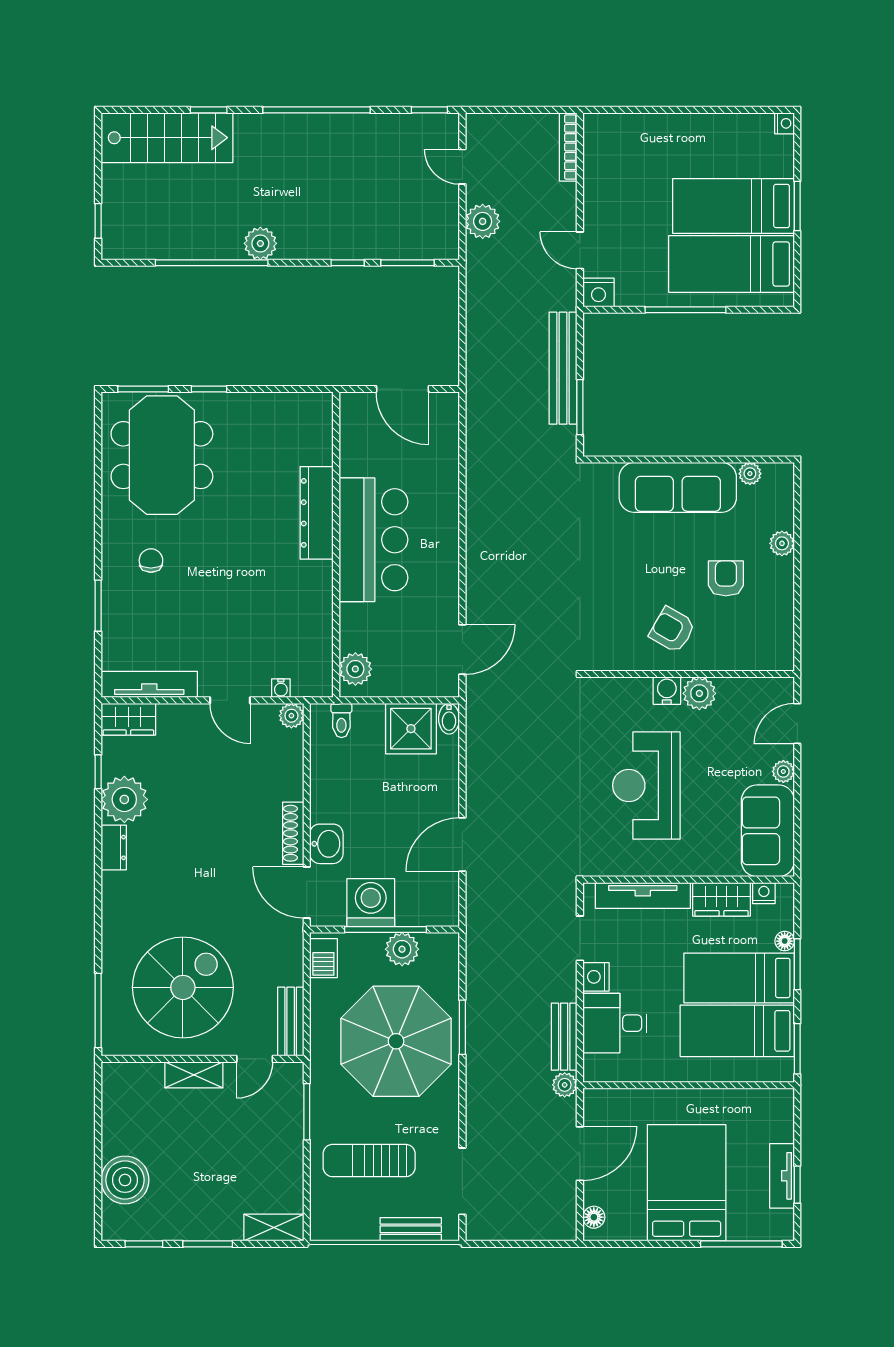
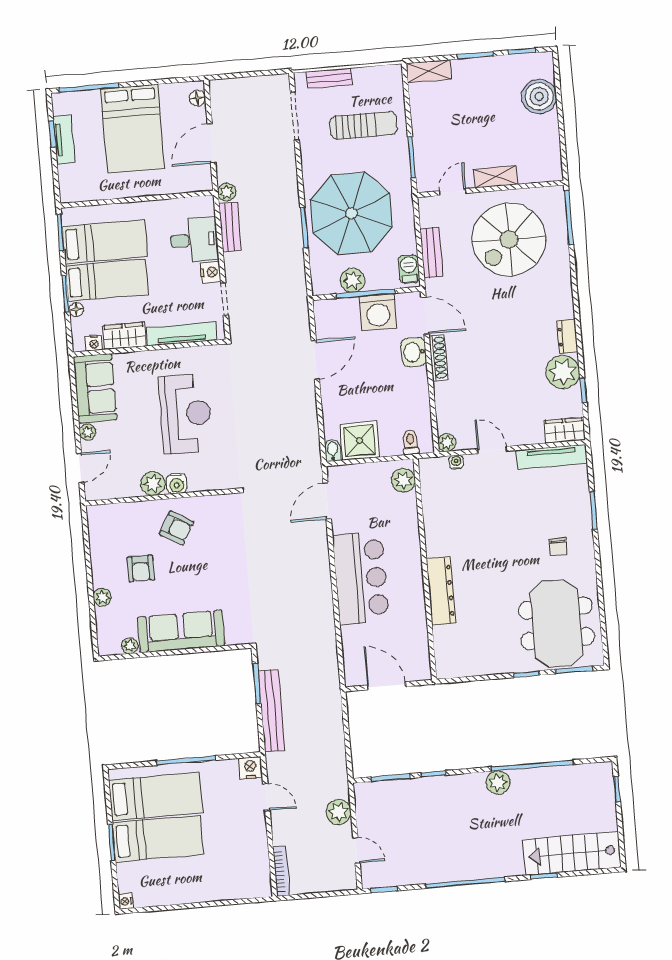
bar counter: (373, 540) -> (361, 578), moved, turned 180
bench: (291, 1022) -> (431, 253), moved

